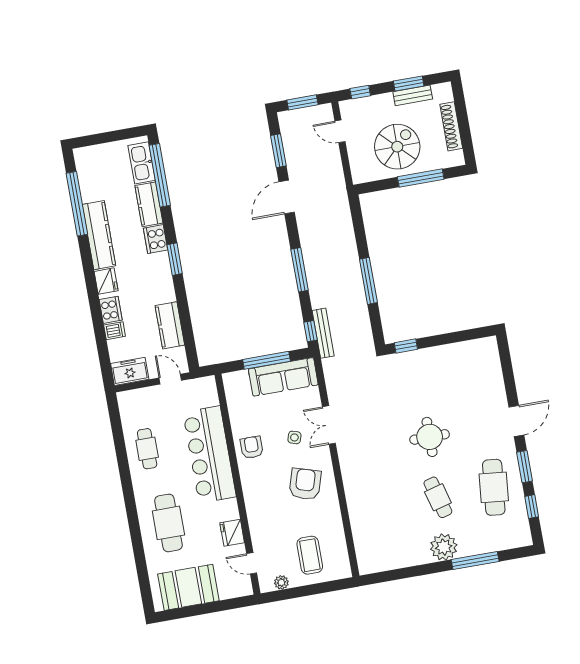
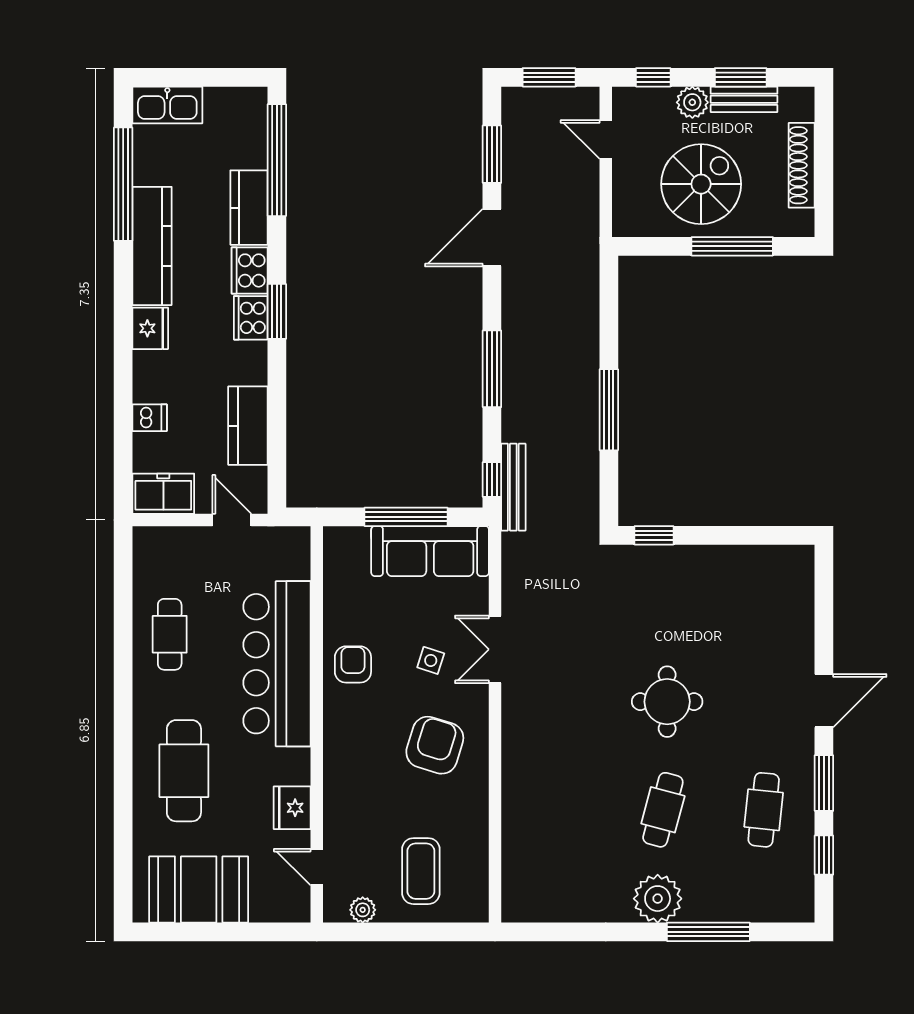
plant: (384, 102) -> (692, 102), added
kitchen sink: (142, 163) -> (167, 105), moved, turned -90
cooker: (111, 310) -> (251, 318), moved, turned 180
cafe table: (494, 487) -> (764, 810), width x0.73, depth x0.74
cafe table: (438, 497) -> (663, 810), turned 30

